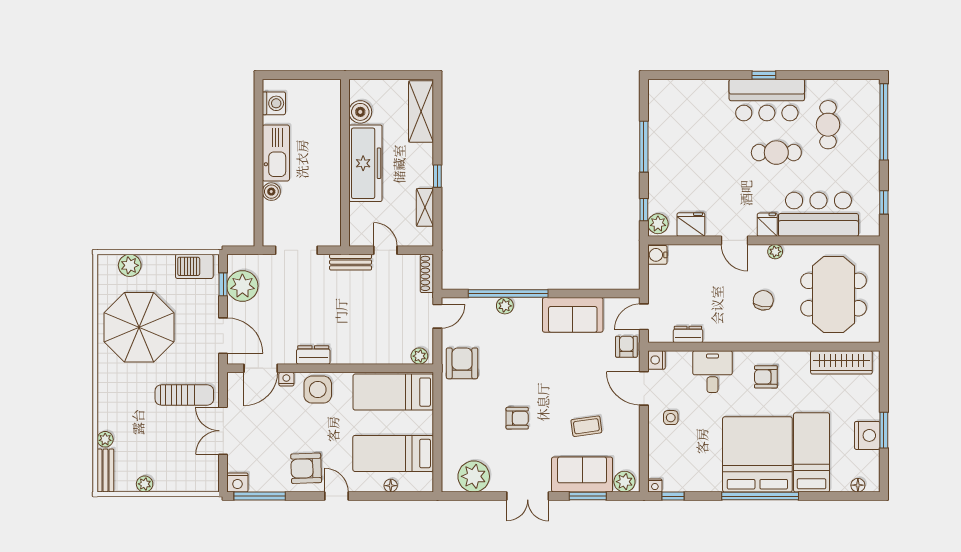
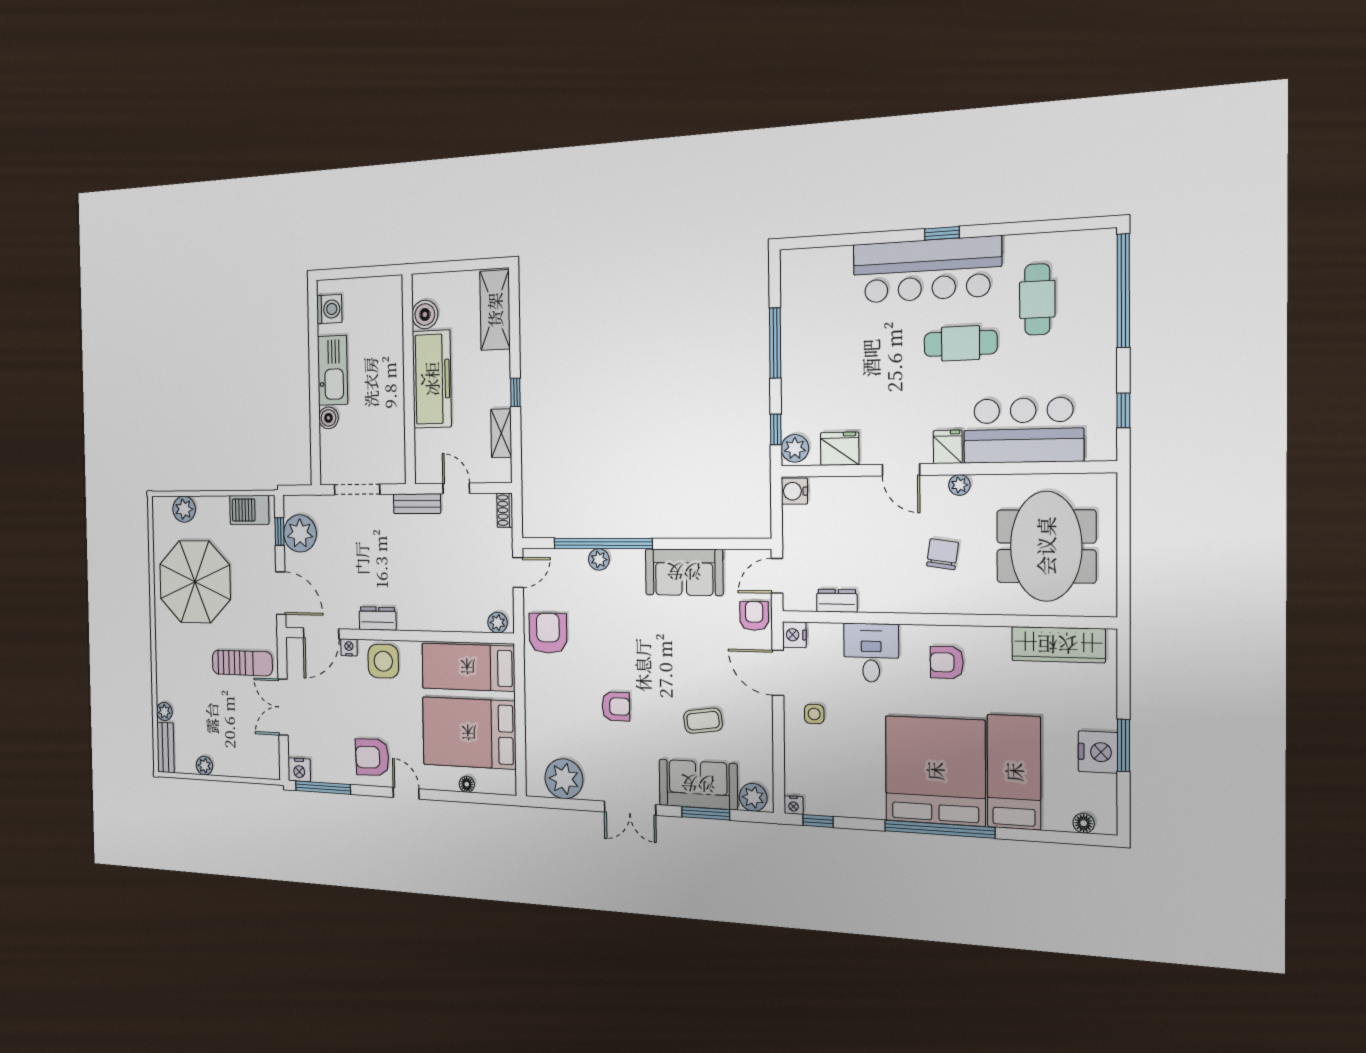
bar counter: (767, 100) -> (927, 270), width x1.36
shoe rack: (427, 273) -> (505, 510), width x0.70
bed: (393, 453) -> (469, 733), width x1.50

